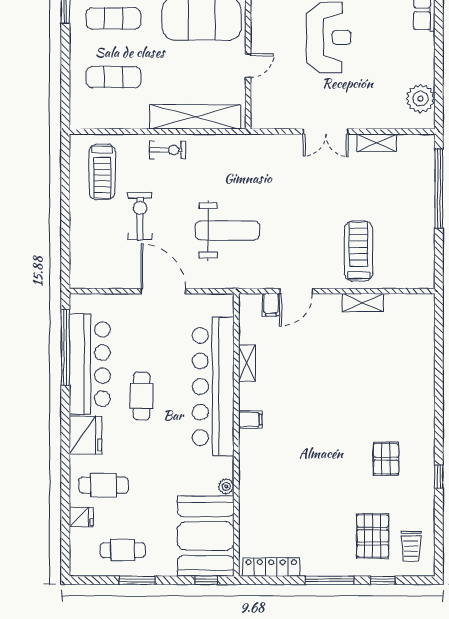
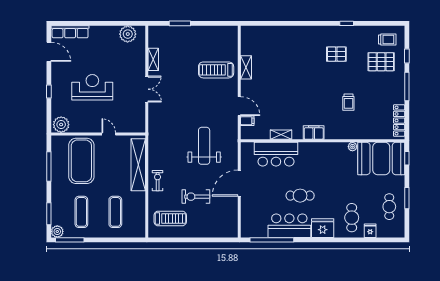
window: (439, 189) -> (180, 23), width x0.47
bar counter: (90, 364) -> (289, 226), width x0.73
bar counter: (213, 387) -> (276, 154), width x0.54
filing cabinet: (250, 420) -> (314, 133), width x2.00
trolley: (303, 480) -> (348, 102), added

